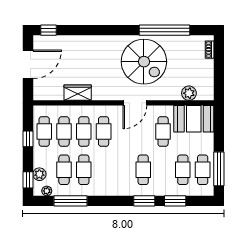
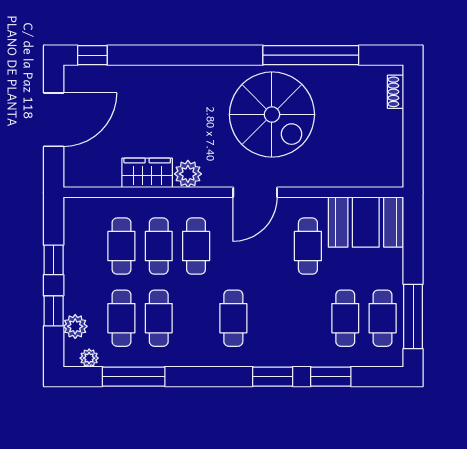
plant: (189, 93) -> (188, 174), moved
cafe table: (44, 131) -> (84, 246), removed
cafe table: (143, 170) -> (233, 318), moved
window: (28, 180) -> (54, 311), moved

